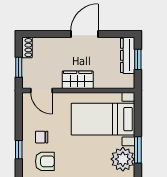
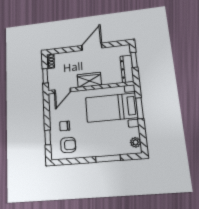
dresser: (128, 55) -> (127, 69), moved
door: (41, 90) -> (63, 91), hinge flipped
window: (138, 150) -> (140, 108), moved
plant: (123, 159) -> (136, 142), width x0.53, depth x0.53

